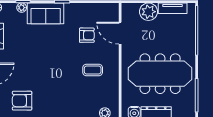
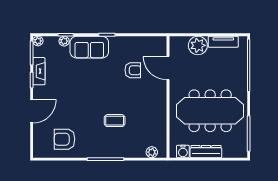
coffee table: (93, 70) -> (115, 121), moved

